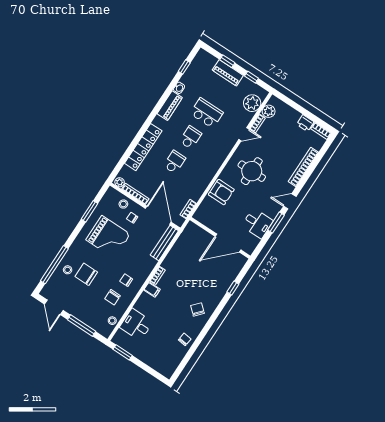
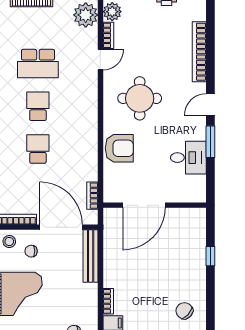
school desk: (207, 113) -> (38, 64), turned 180
door: (228, 243) -> (144, 205), moved

